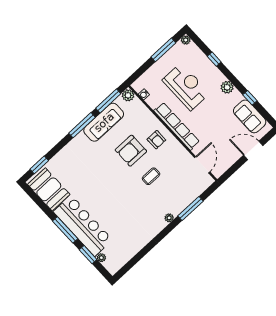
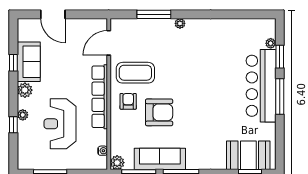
plant: (186, 40) -> (23, 115), moved
sofa: (250, 116) -> (29, 62), moved
coffee table: (151, 176) -> (135, 73), moved, width x1.86, depth x1.72
booth: (49, 189) -> (248, 155), moved, turned 90

